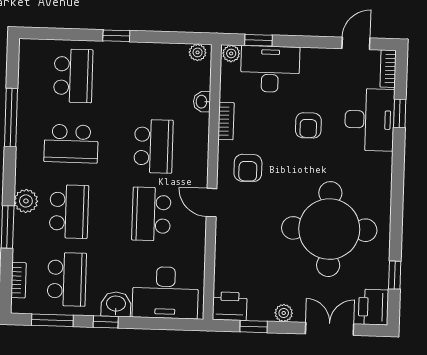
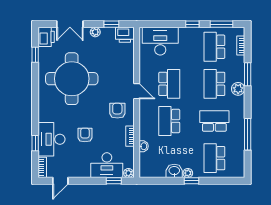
plant: (198, 52) -> (188, 173), moved
washbasin: (116, 304) -> (174, 171), moved, turned 180

